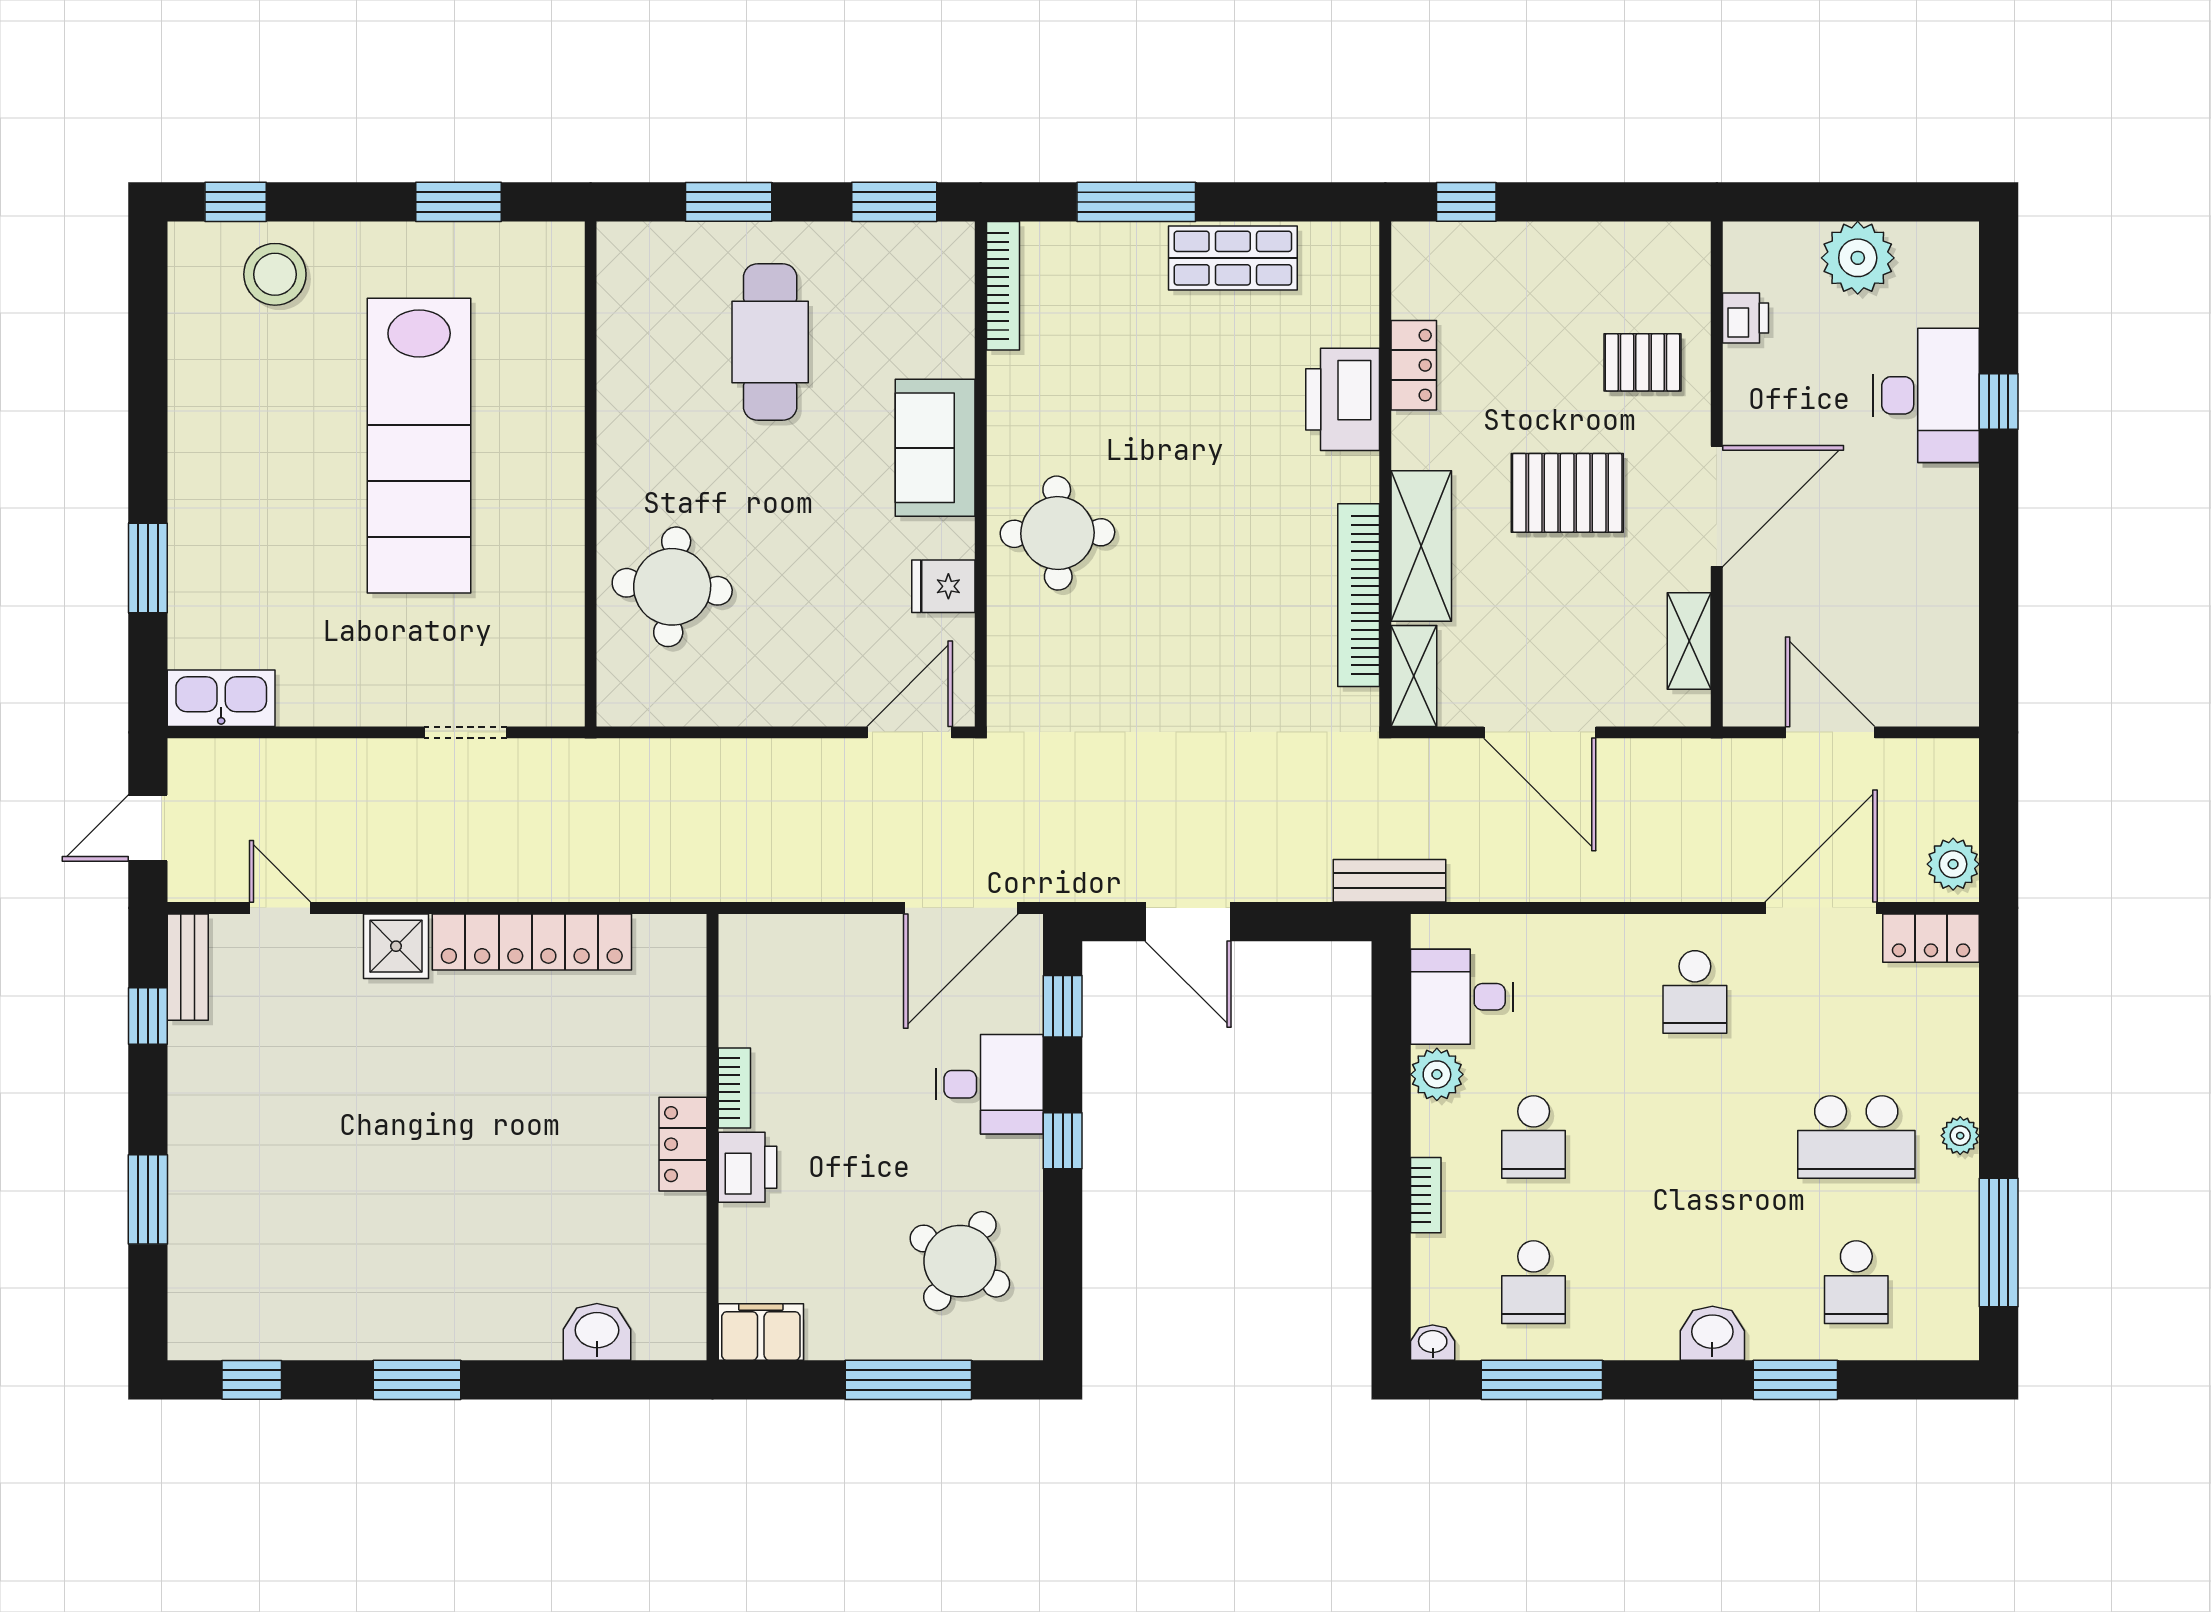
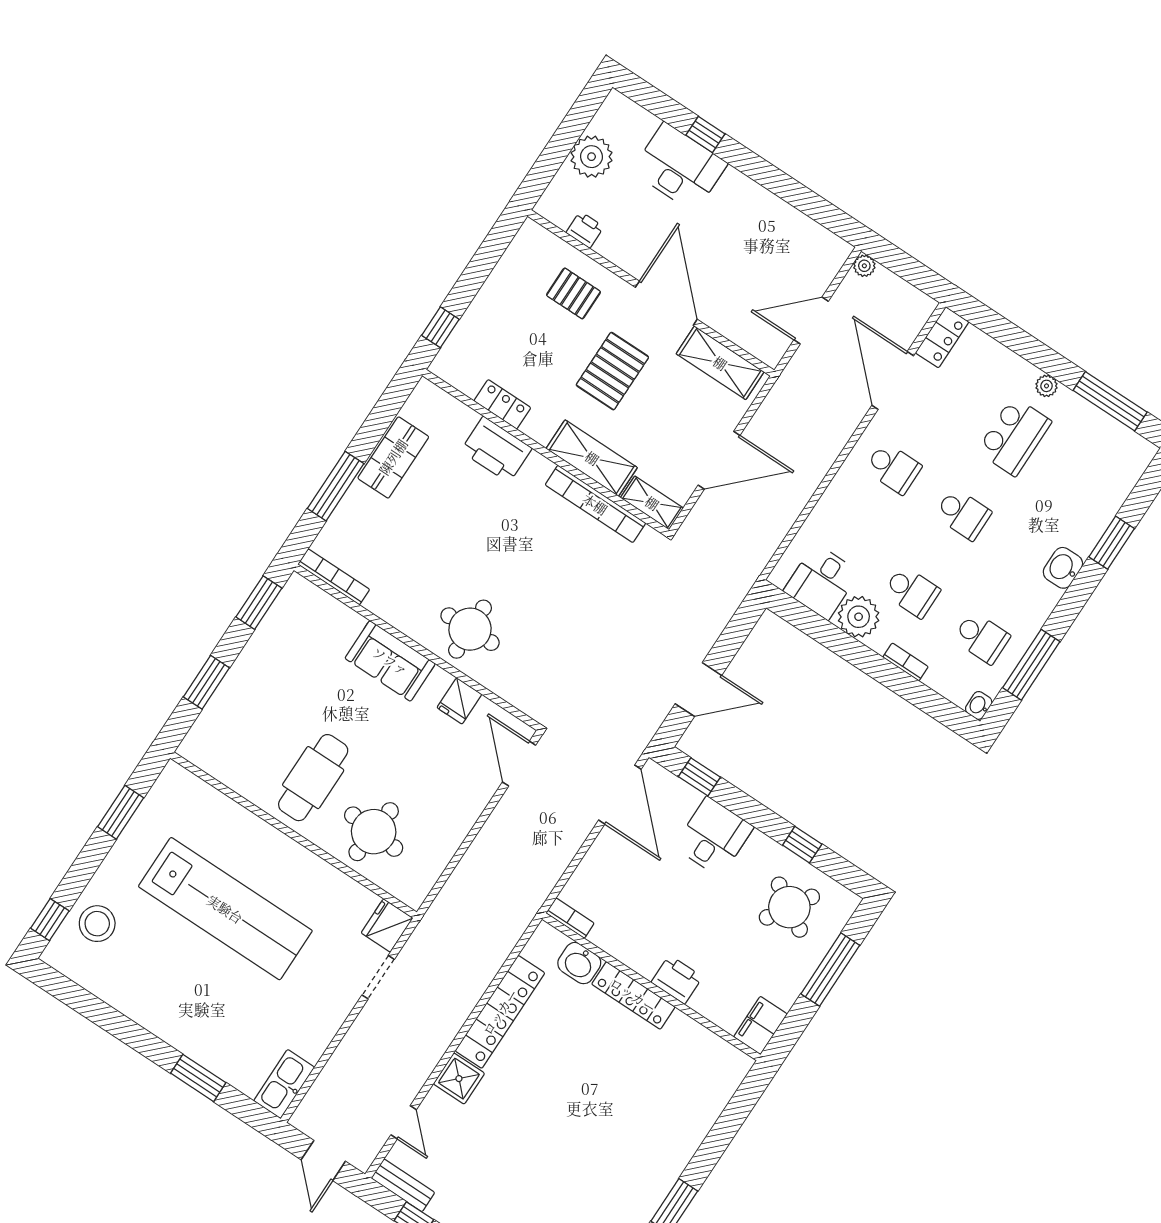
cafe table: (770, 342) -> (313, 778), moved, turned 90
pallet: (1642, 362) -> (574, 293), turned 90
shelving: (1689, 641) -> (720, 363), width x1.50, depth x1.33
fridge: (549, 696) -> (387, 925), added
plant: (1953, 864) -> (864, 266), moved, width x0.73, depth x0.73
bench: (1389, 881) -> (743, 580), removed
door: (280, 908) -> (404, 1122), swing flipped
plant: (1437, 1074) -> (859, 617), width x1.36, depth x1.36
bookcase: (734, 1088) -> (570, 918), moved
window: (1063, 1141) -> (802, 845), moved
locker: (683, 1144) -> (633, 995), width x1.53
school desk: (1856, 1282) -> (963, 514), moved
washbasin: (597, 1332) -> (579, 963), moved, turned -90

